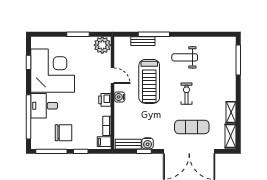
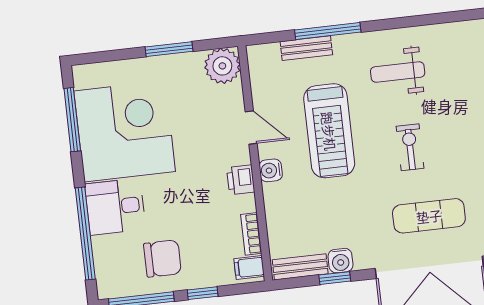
window: (28, 62) -> (72, 120), width x2.17

